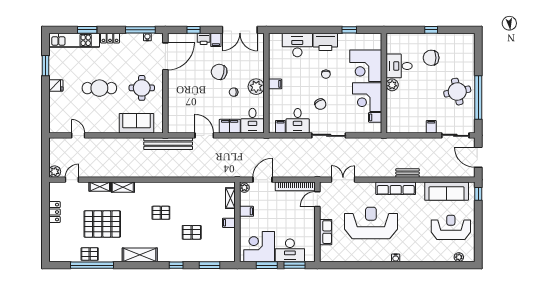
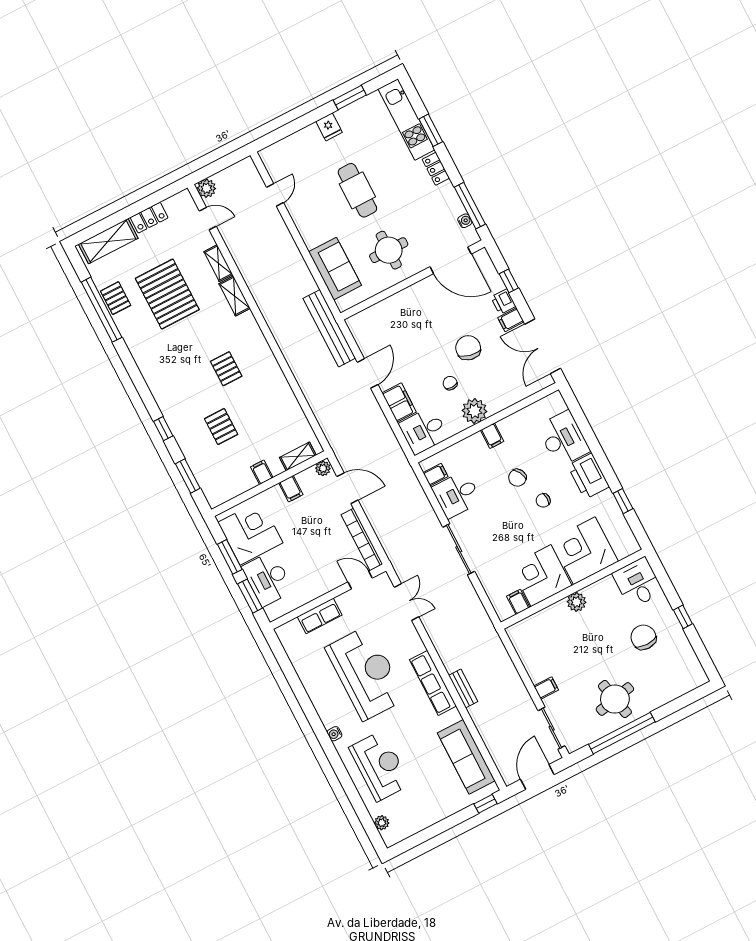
desk: (399, 66) -> (638, 583), moved
chair: (320, 104) -> (517, 478), moved
reception desk: (451, 227) -> (380, 766), moved
shelving: (140, 255) -> (108, 241), moved, turned 90

